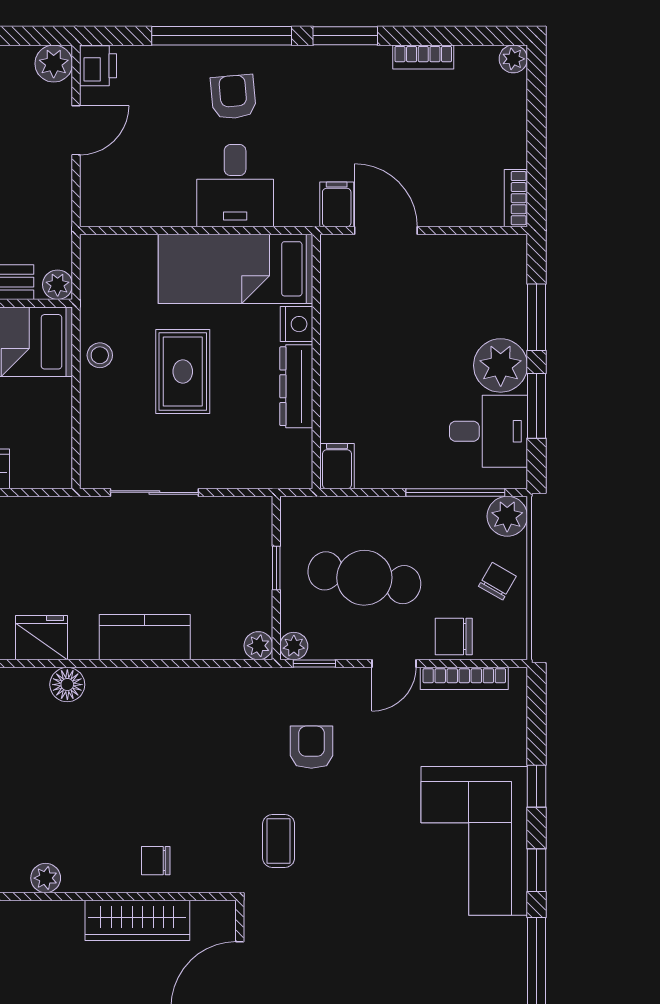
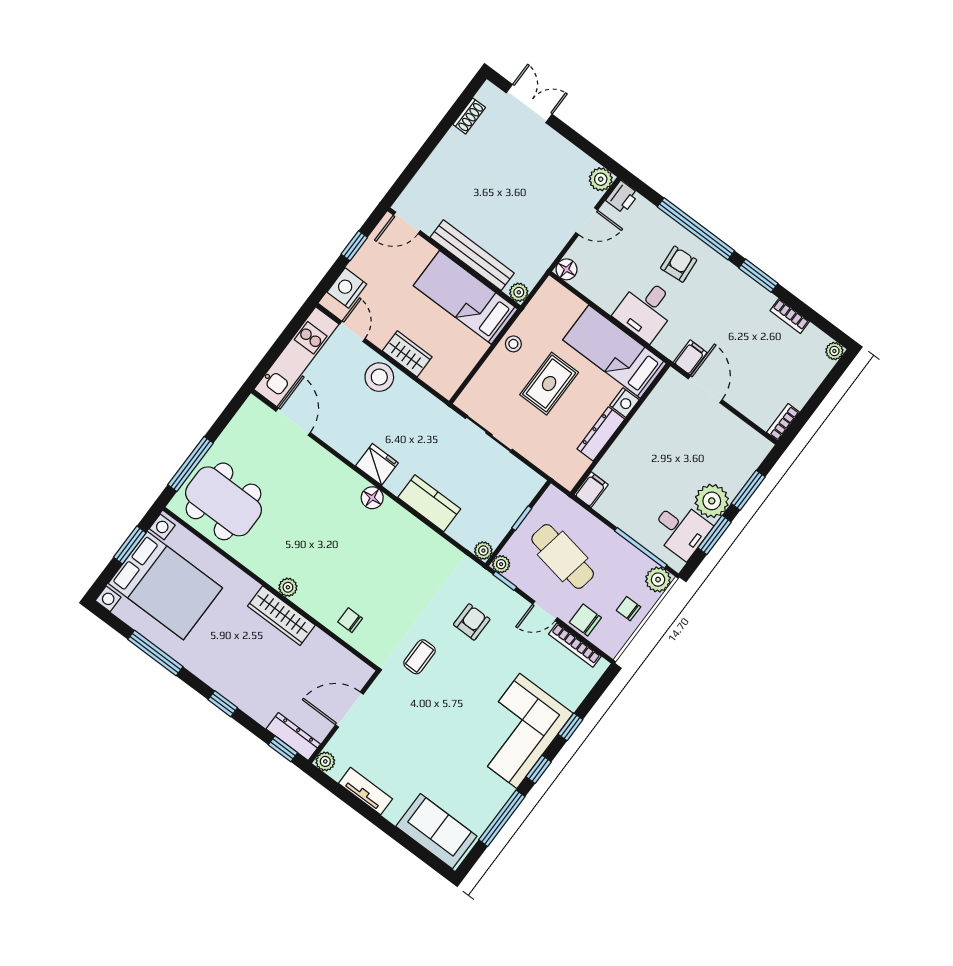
floor lamp: (96, 210) -> (567, 269), added
chair: (497, 581) -> (628, 609), turned -120
wardrobe: (137, 920) -> (281, 616), moved

